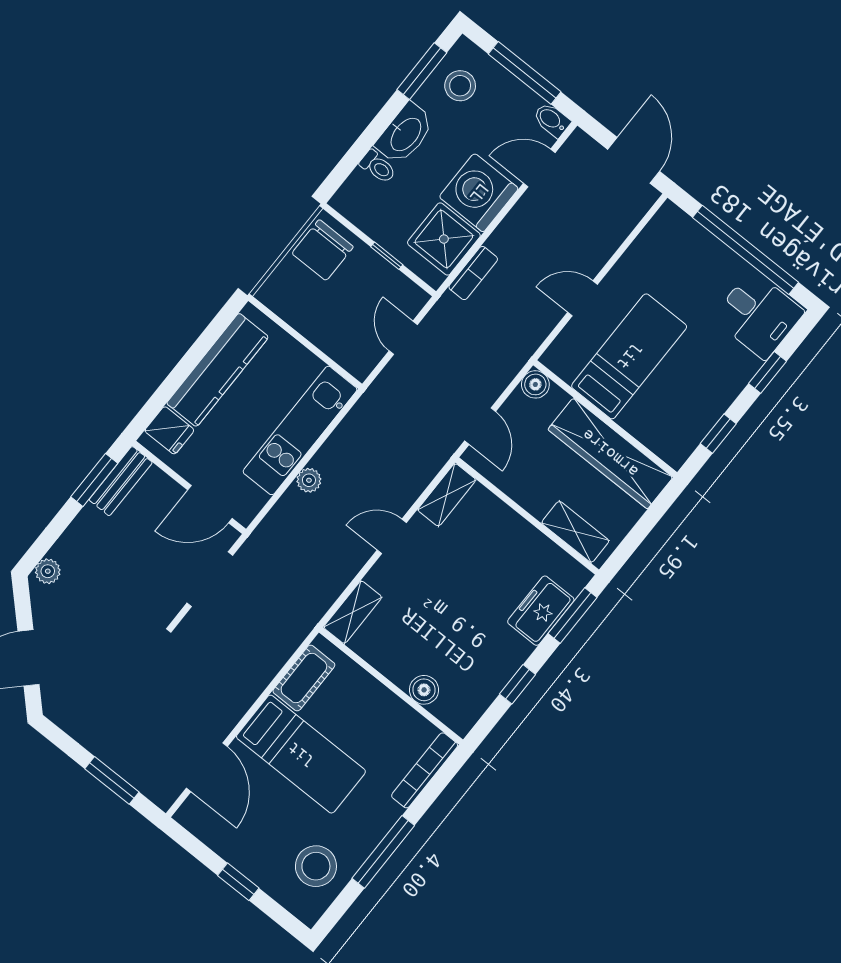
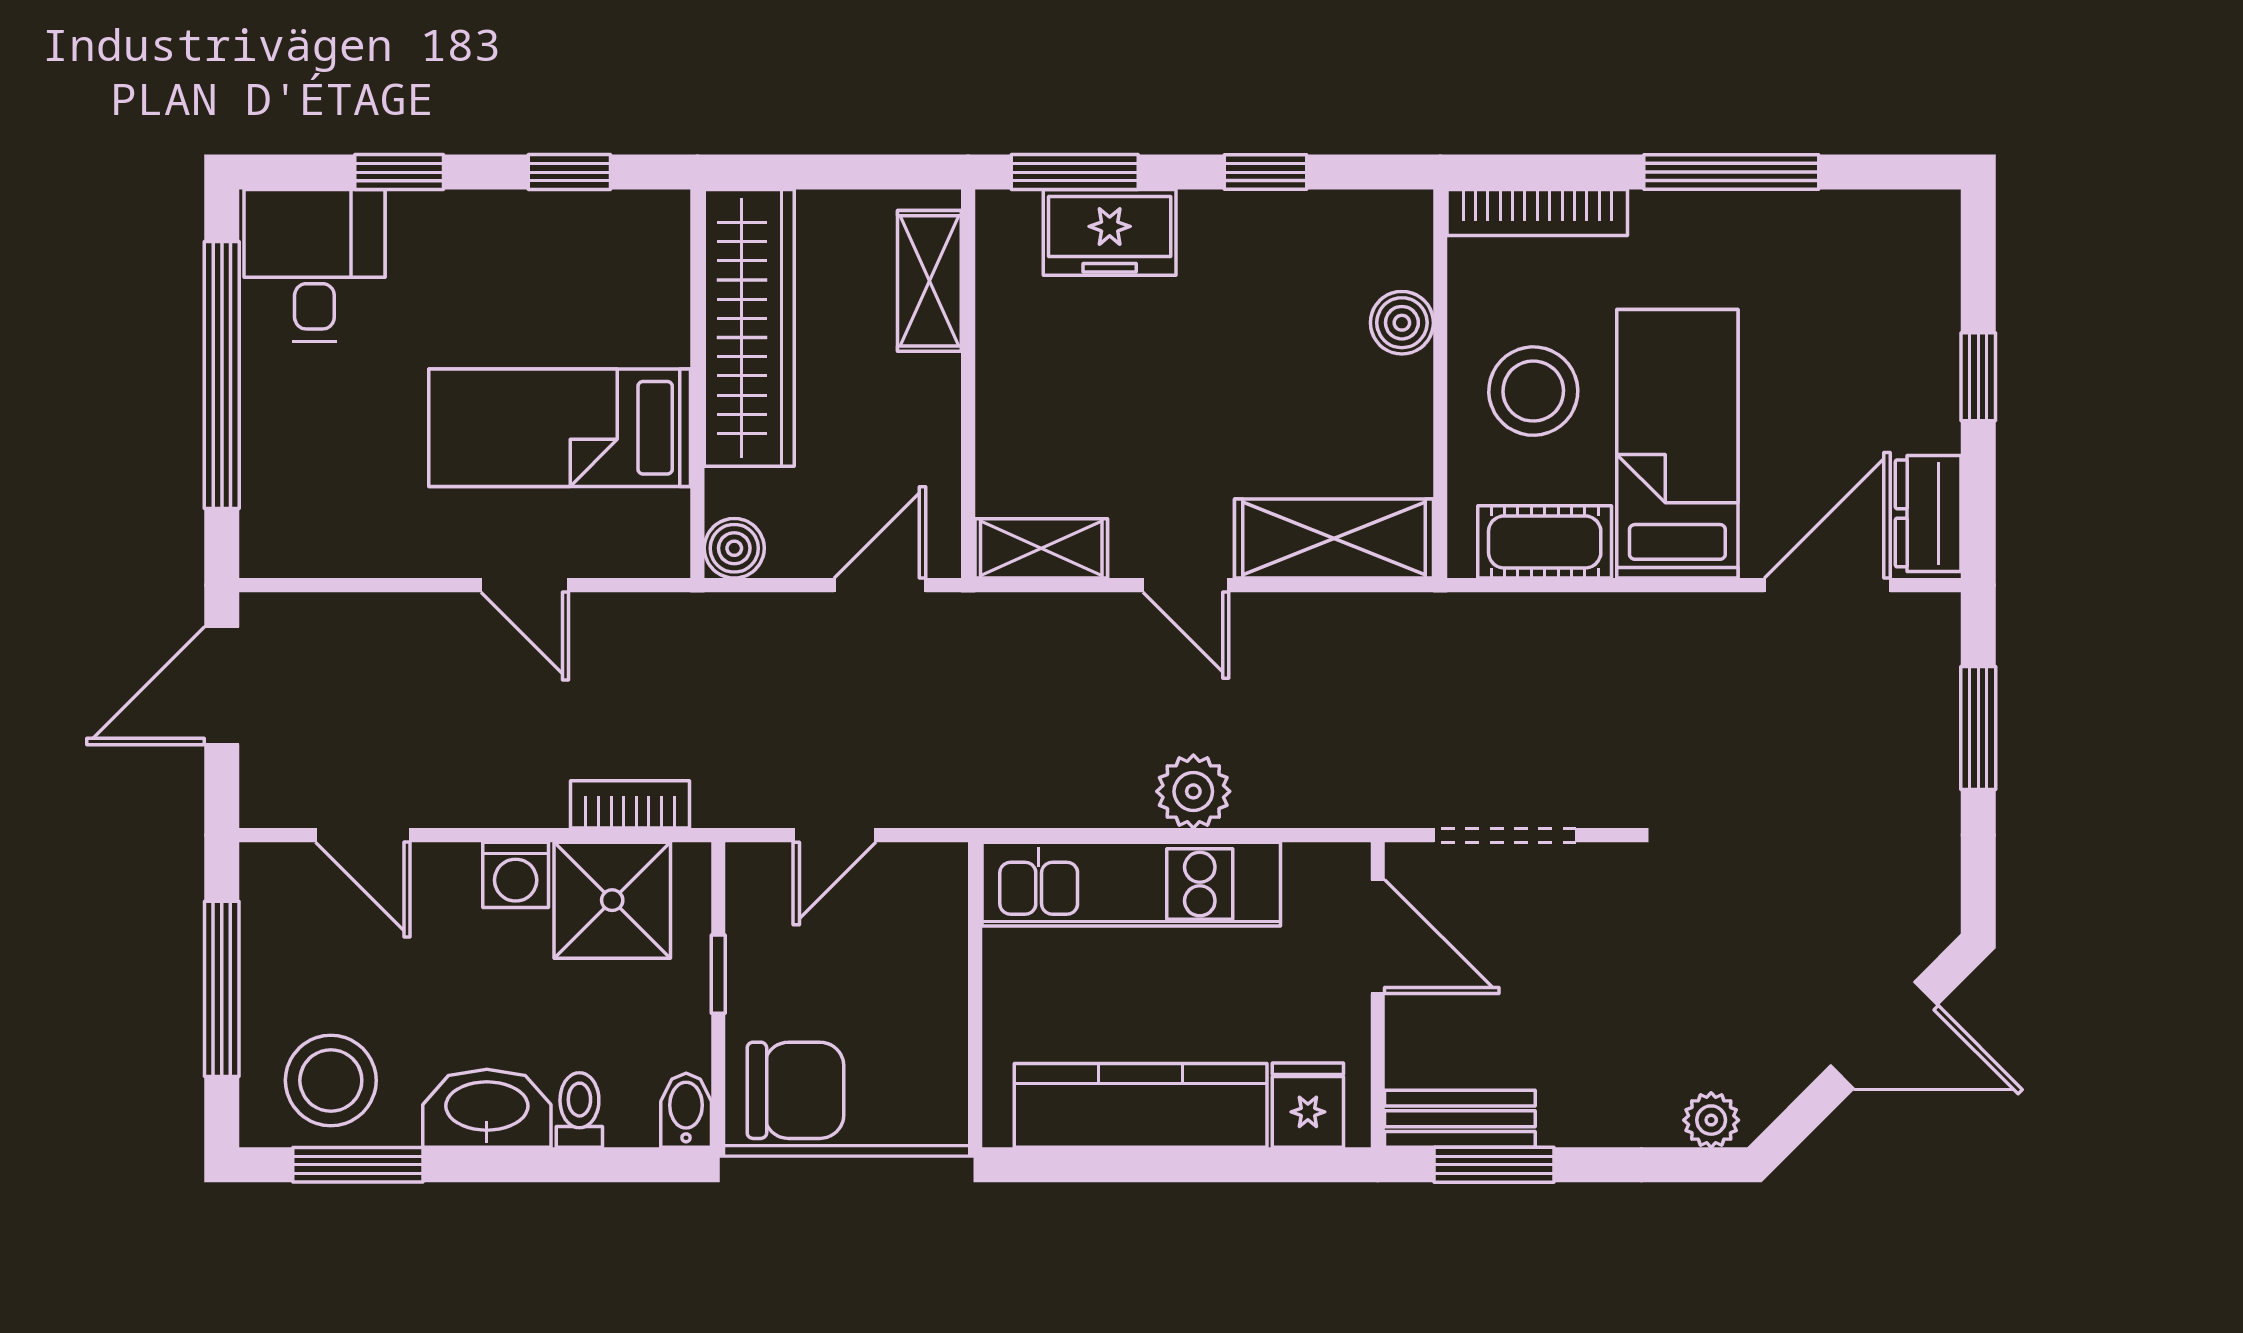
stool: (460, 86) -> (331, 1080), width x1.38, depth x1.38
bidet: (552, 120) -> (686, 1110), moved, turned 180
washing machine: (479, 193) -> (516, 875), width x0.53, depth x0.53
plant: (309, 480) -> (1193, 791), width x1.38, depth x1.38
shelving: (353, 612) -> (1334, 538), width x1.50, depth x1.33
dresser: (204, 824) -> (1928, 513), added
stool: (316, 866) -> (1533, 391), moved

